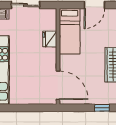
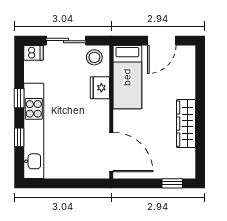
stool: (46, 17) -> (94, 57), added

